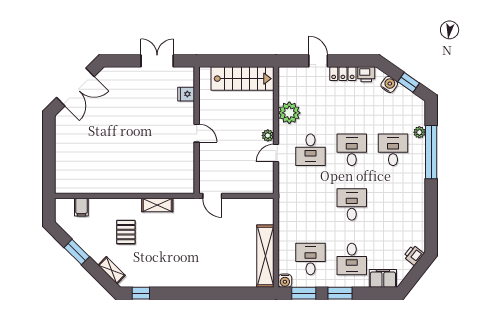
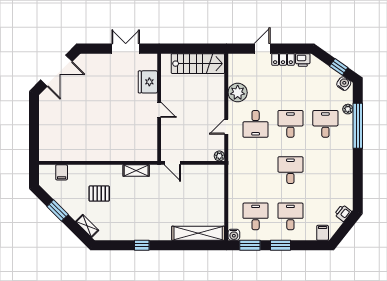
door: (318, 61) -> (262, 49), hinge flipped
water cooler: (389, 84) -> (344, 84), moved
fridge: (186, 94) -> (148, 82), width x1.88, depth x1.34
plant: (268, 135) -> (219, 156), moved
shelving: (157, 205) -> (136, 171), moved
pallet: (126, 232) -> (99, 194), turned 90
shelving: (265, 256) -> (198, 233), moved, turned 90
desk: (352, 259) -> (290, 216), turned 180
filing cabinet: (383, 278) -> (323, 233), width x0.50
window: (141, 293) -> (142, 245), moved

